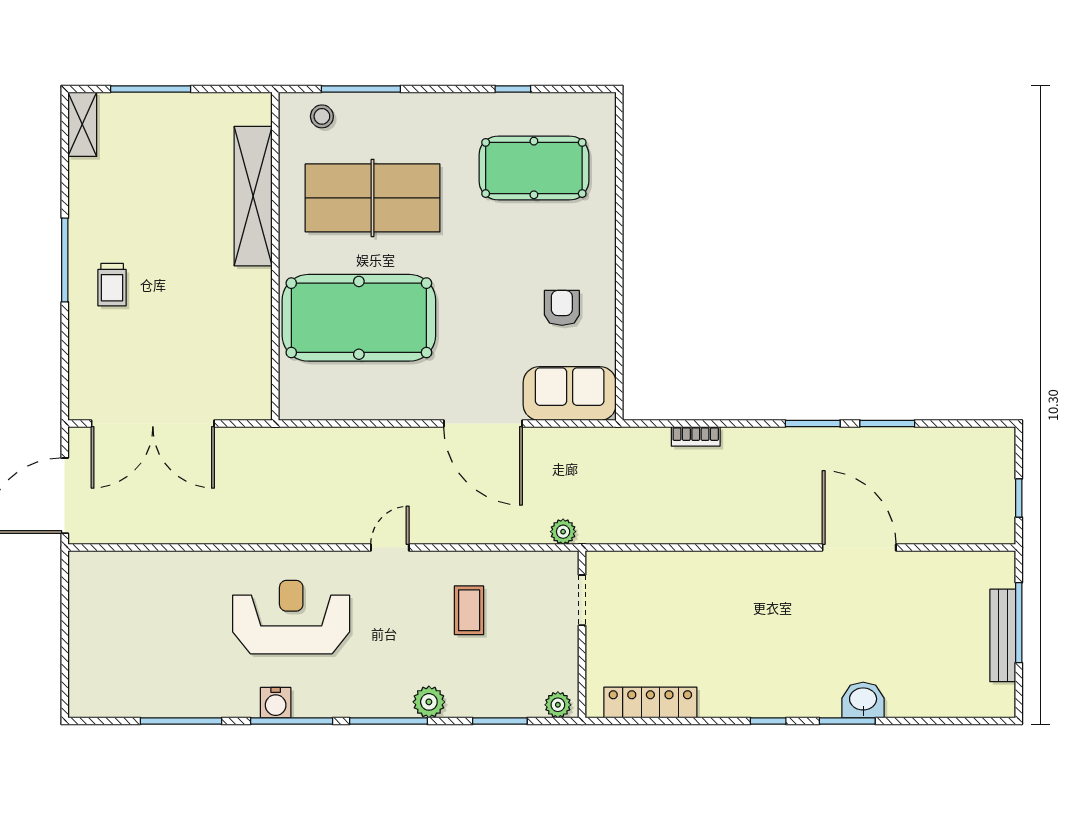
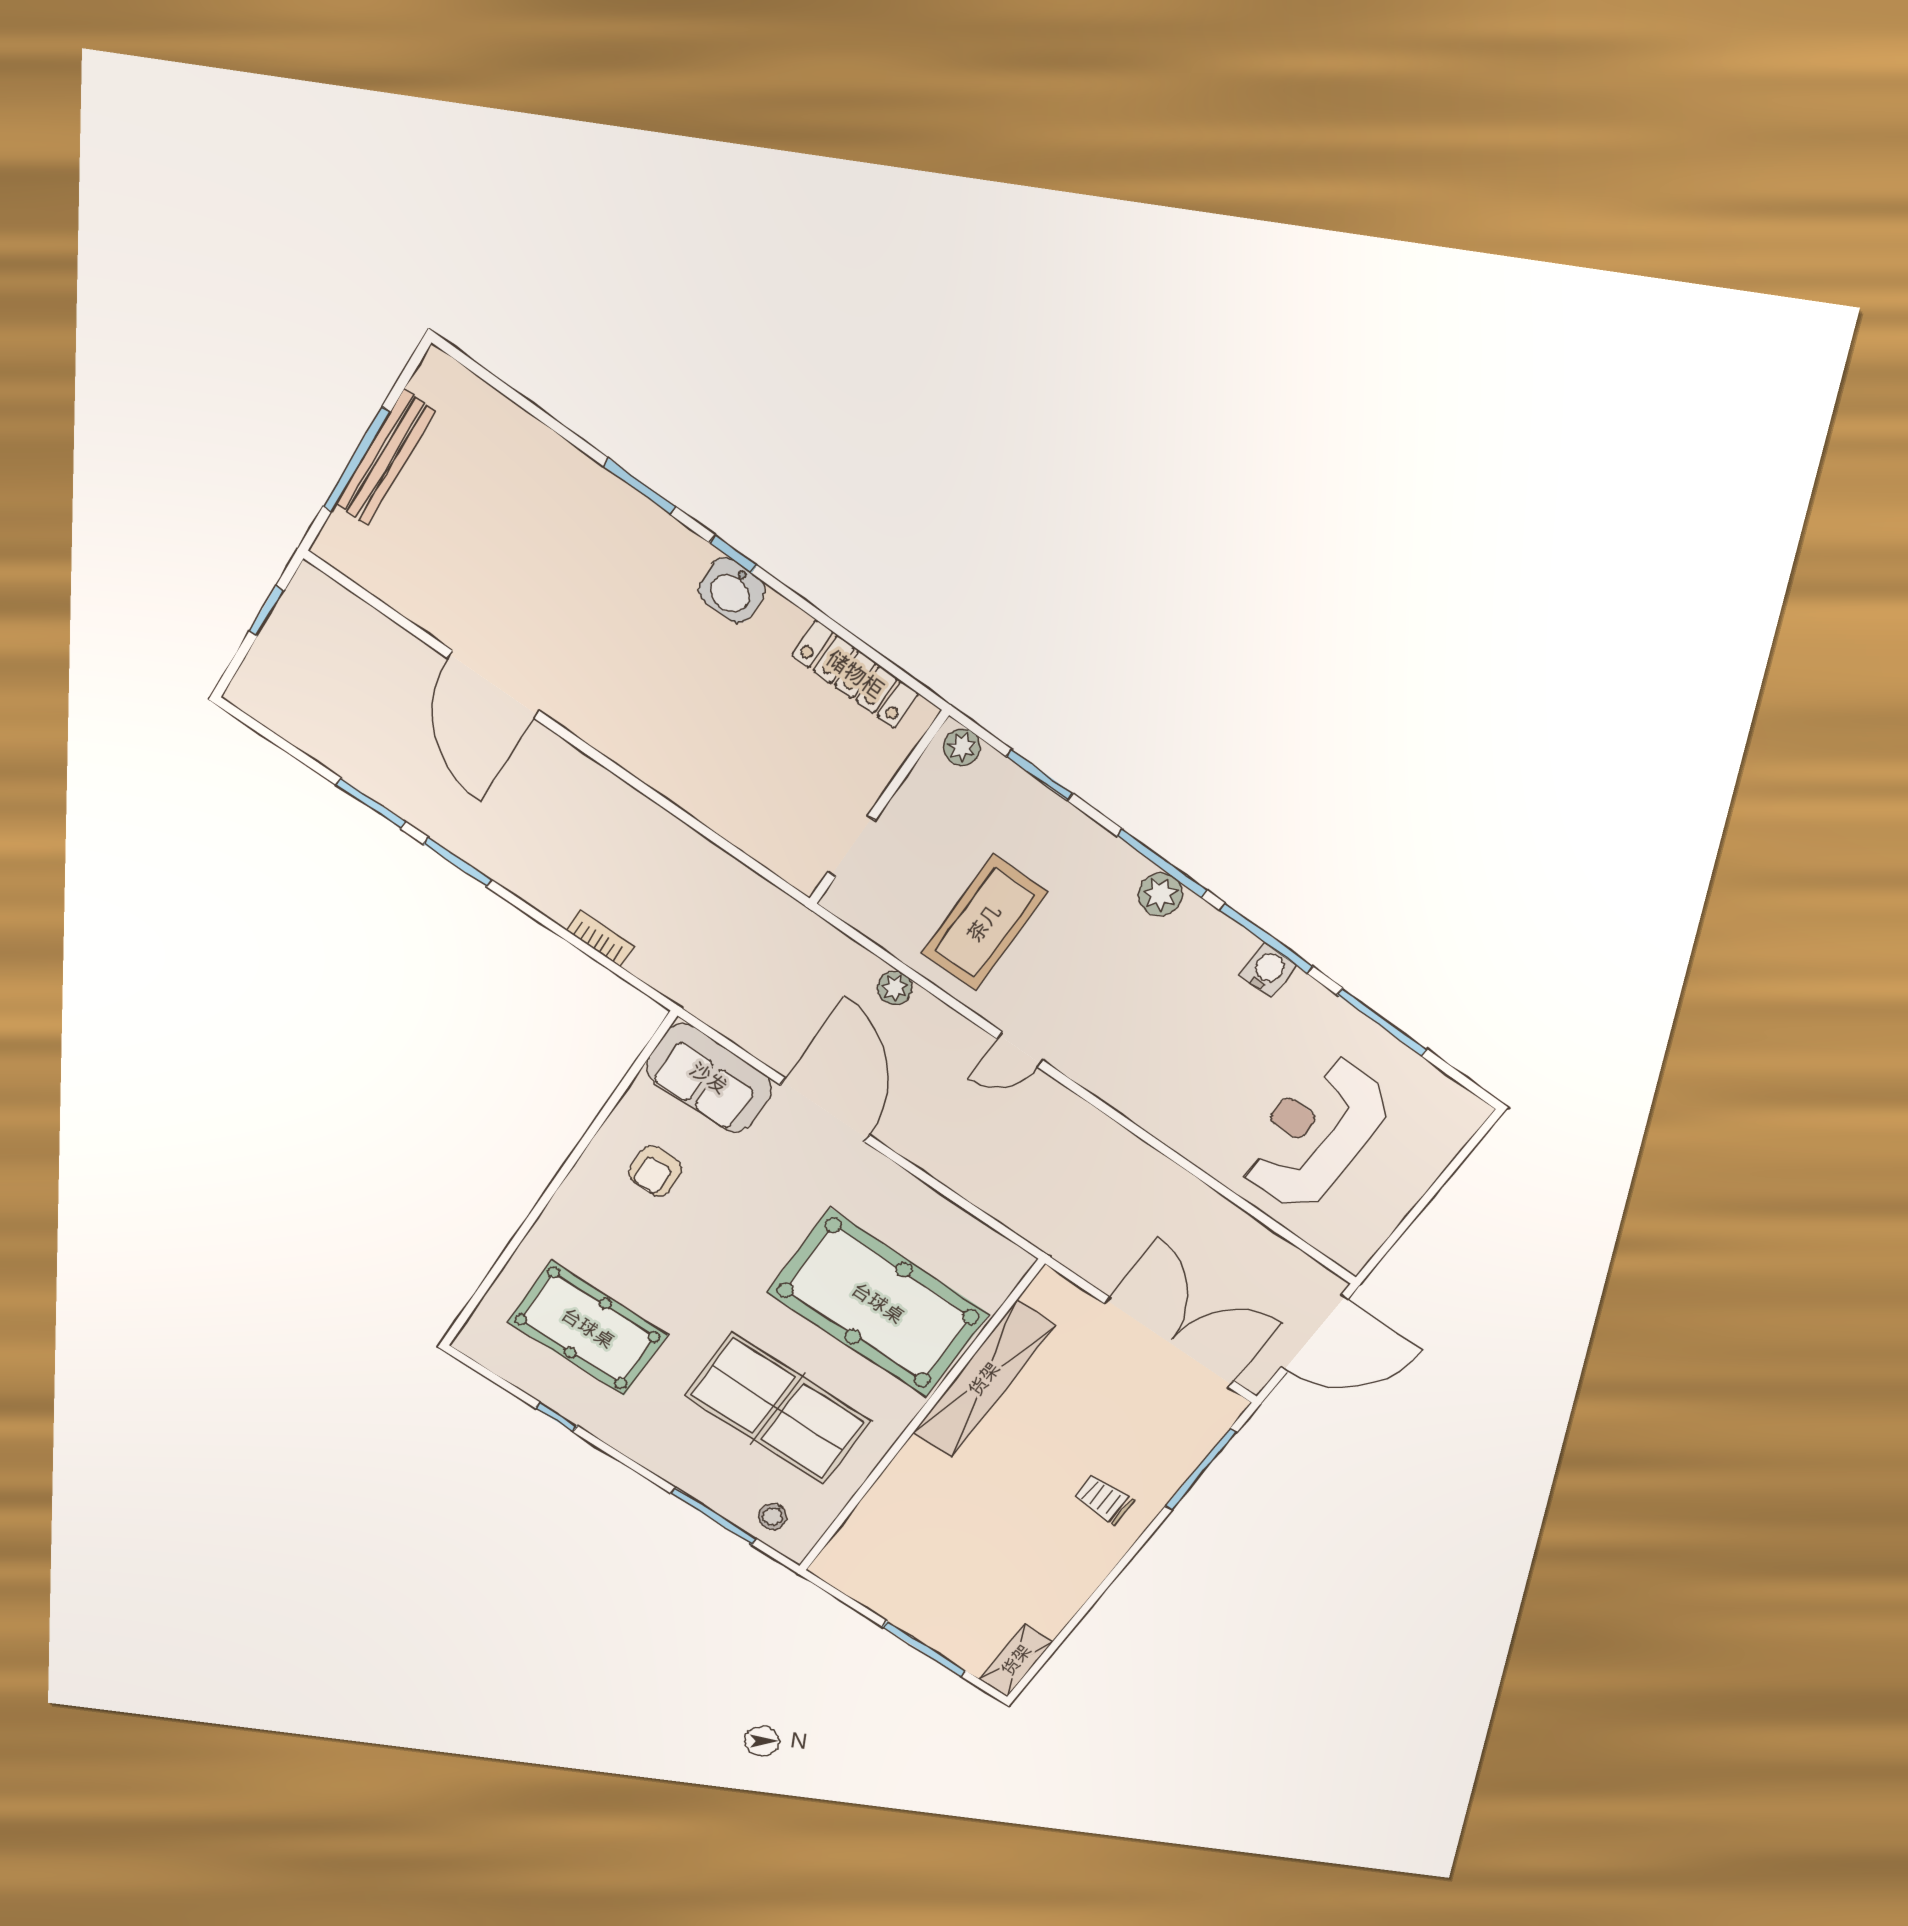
shelving: (253, 196) -> (984, 1379), moved
window: (65, 260) -> (1201, 1469), moved
trolley: (112, 285) -> (1104, 1499), turned -90
plant: (563, 532) -> (895, 988), moved
coffee table: (469, 610) -> (984, 923), width x1.86, depth x1.72
reception desk: (291, 617) -> (1315, 1133), moved, turned 90
washbasin: (863, 700) -> (732, 590), moved
plant: (429, 702) -> (1160, 894), moved

